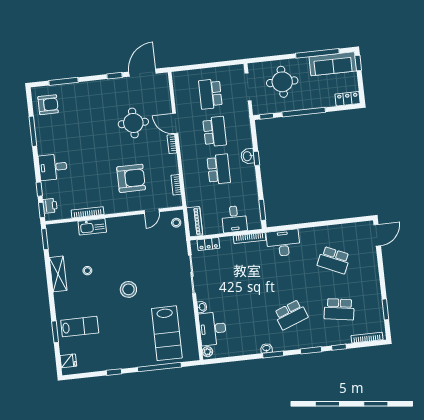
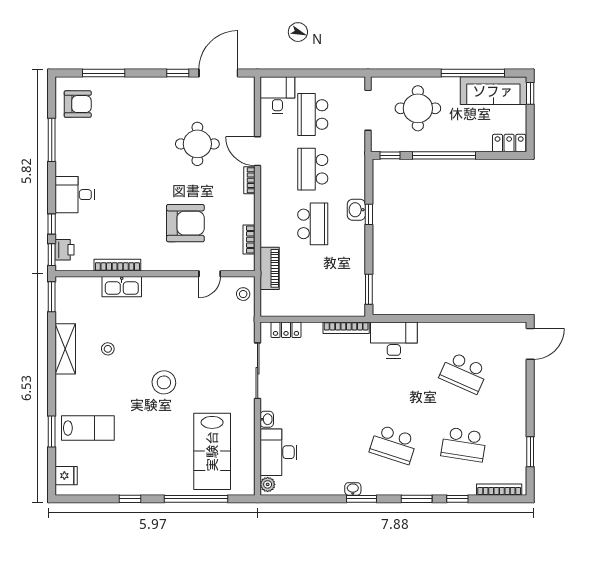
school desk: (215, 132) -> (313, 169), turned 180
desk: (234, 219) -> (277, 95), moved, turned 180
piano: (195, 222) -> (270, 268), moved
school desk: (291, 315) -> (393, 444), turned 39

